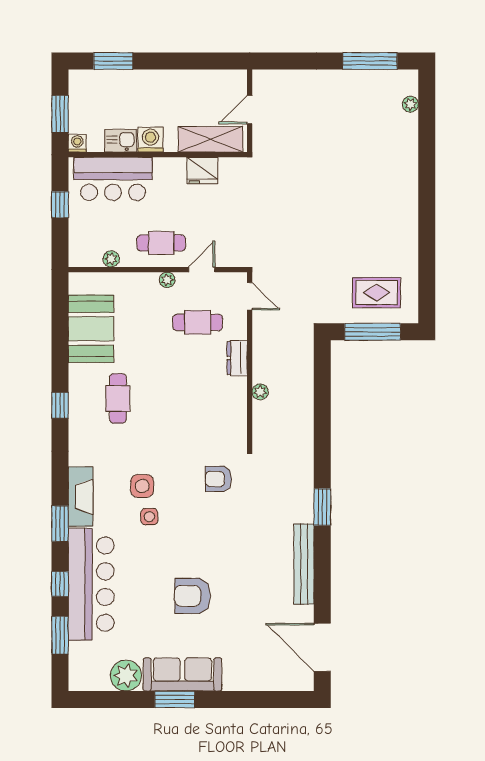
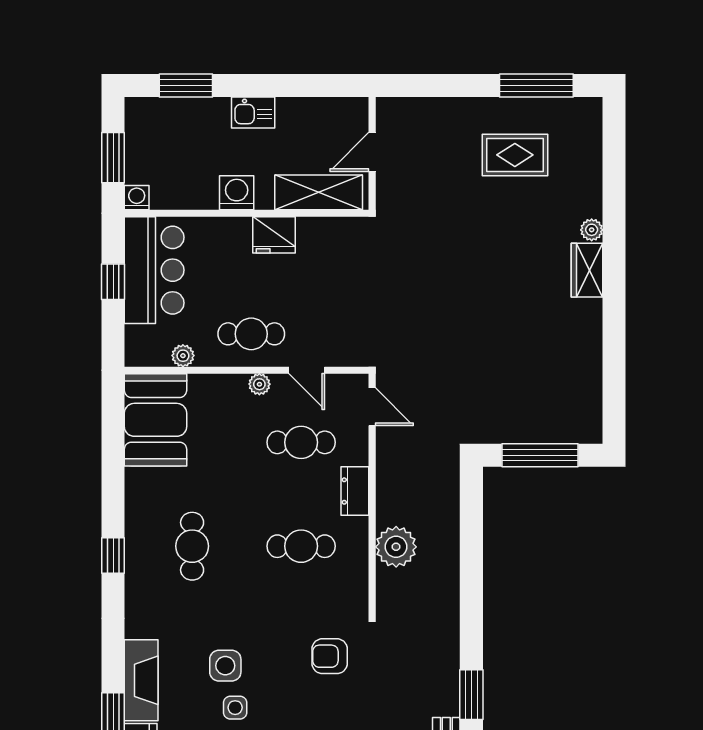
plant: (410, 104) -> (592, 230), moved
kitchen sink: (120, 141) -> (253, 113), moved, turned 180
fridge: (202, 170) -> (274, 235), moved
bar counter: (113, 179) -> (154, 270), moved, turned -90
wardrobe: (407, 196) -> (587, 270), added
door: (202, 270) -> (307, 370), swing flipped
rug: (377, 293) -> (515, 155), moved
booth: (91, 329) -> (155, 420), moved
plant: (260, 392) -> (396, 547), width x1.88, depth x1.88
cafe table: (198, 398) -> (301, 546), added

